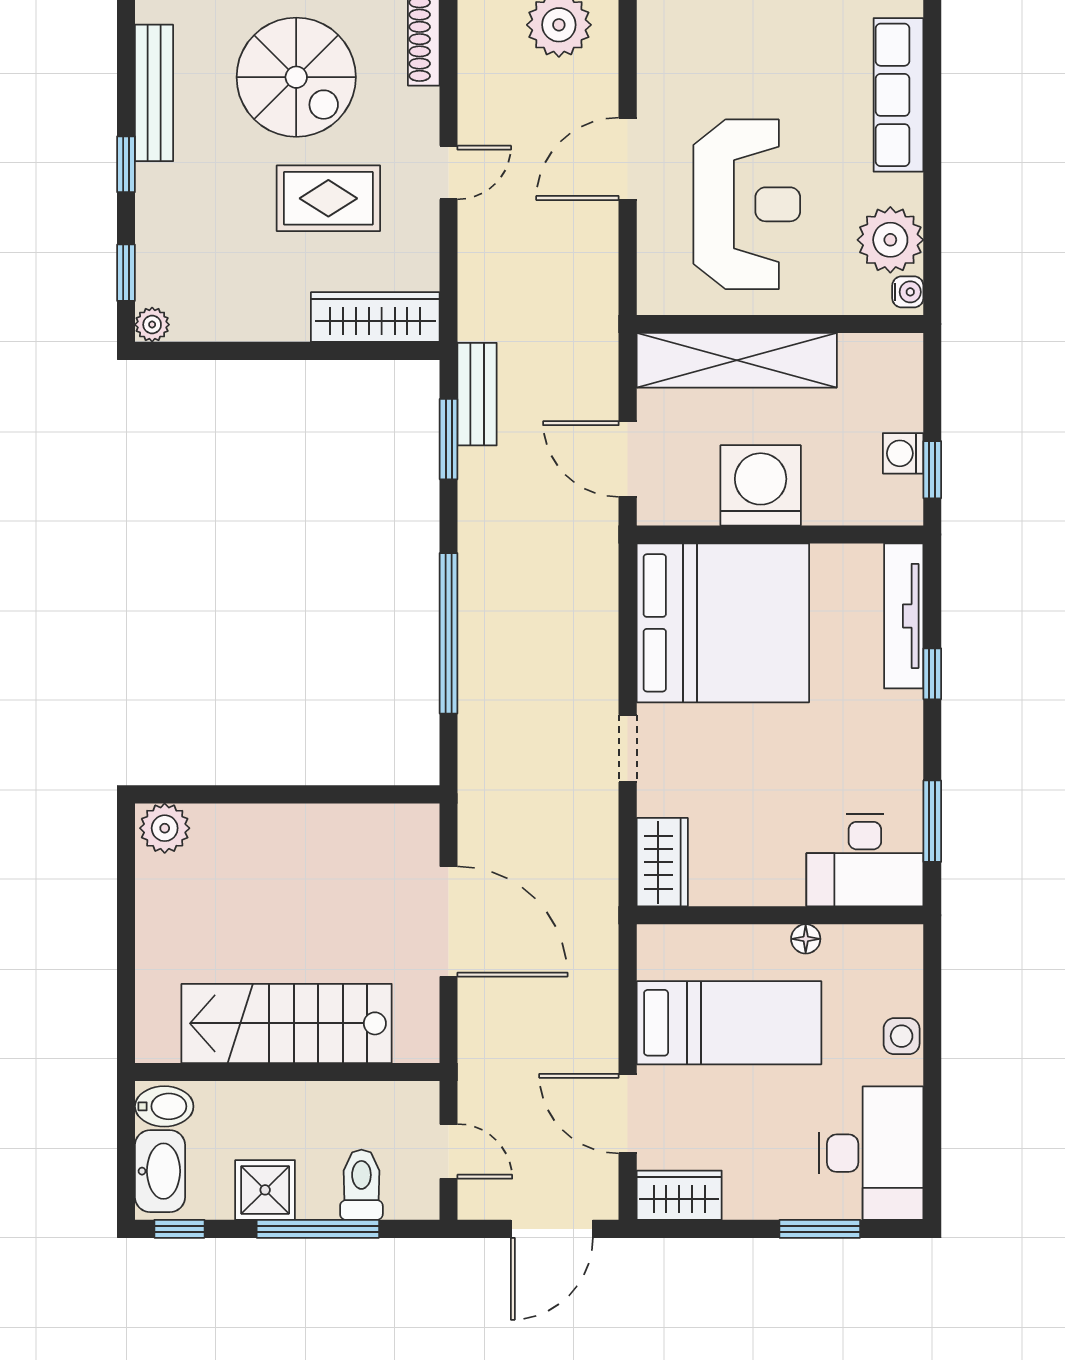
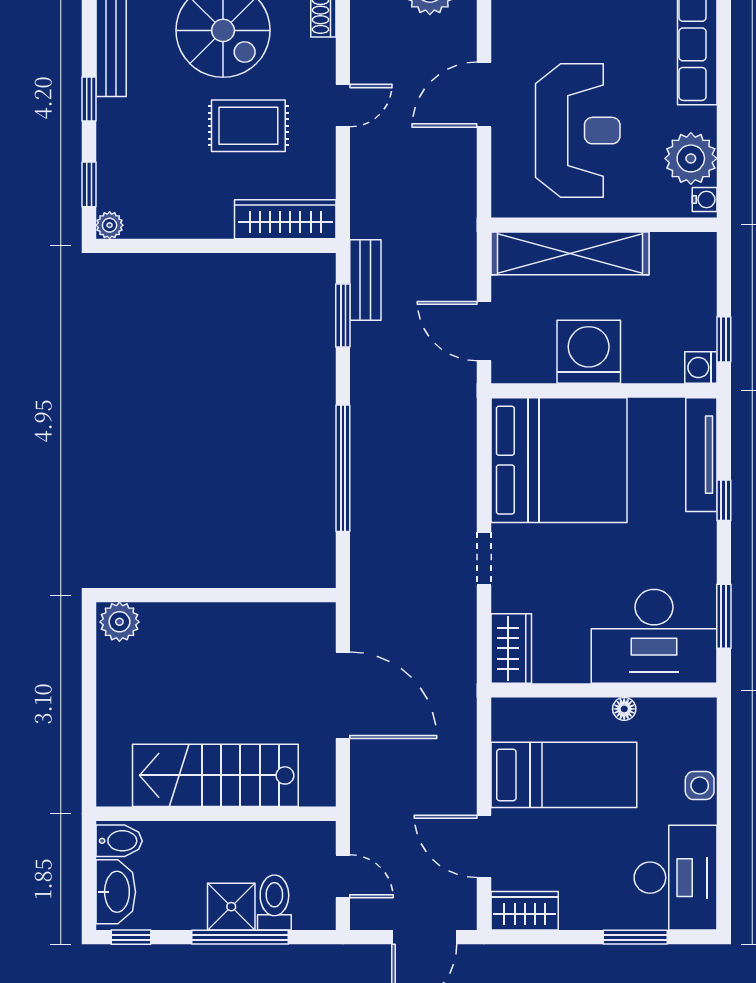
washing machine: (903, 453) -> (701, 368), moved
desk: (865, 860) -> (654, 636), width x1.36, depth x1.30
shower: (265, 1190) -> (231, 907), moved

